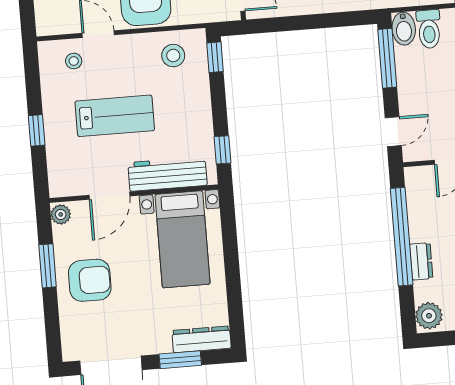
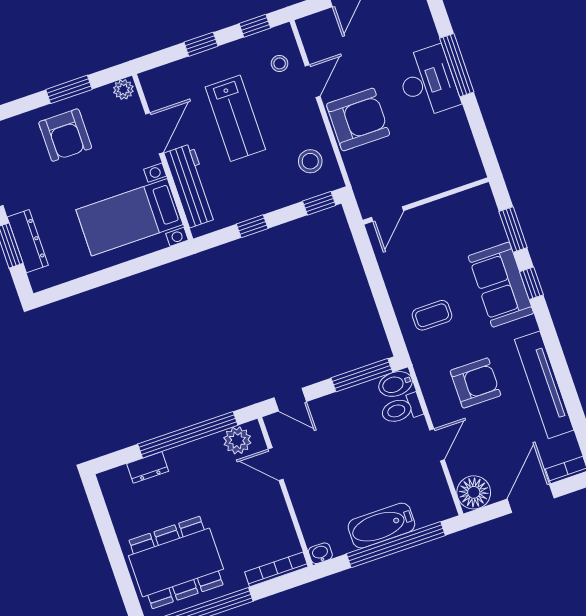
window: (32, 75) -> (255, 26), added
window: (222, 150) -> (252, 226), moved
door: (109, 196) -> (155, 133), swing flipped
dresser: (421, 261) -> (148, 467), moved
plant: (429, 316) -> (237, 440), moved
dresser: (201, 339) -> (28, 241), moved

